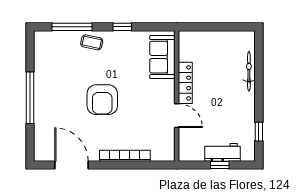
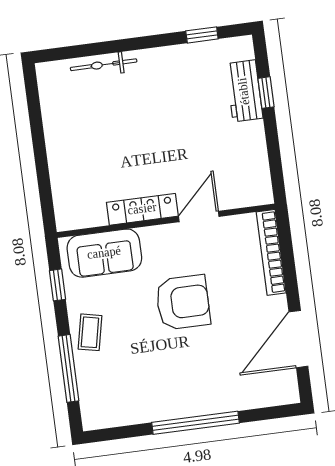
sofa: (162, 57) -> (104, 253), moved
locker: (185, 83) -> (142, 209), moved
wall: (177, 96) -> (166, 221), moved
door: (177, 116) -> (199, 216), moved

